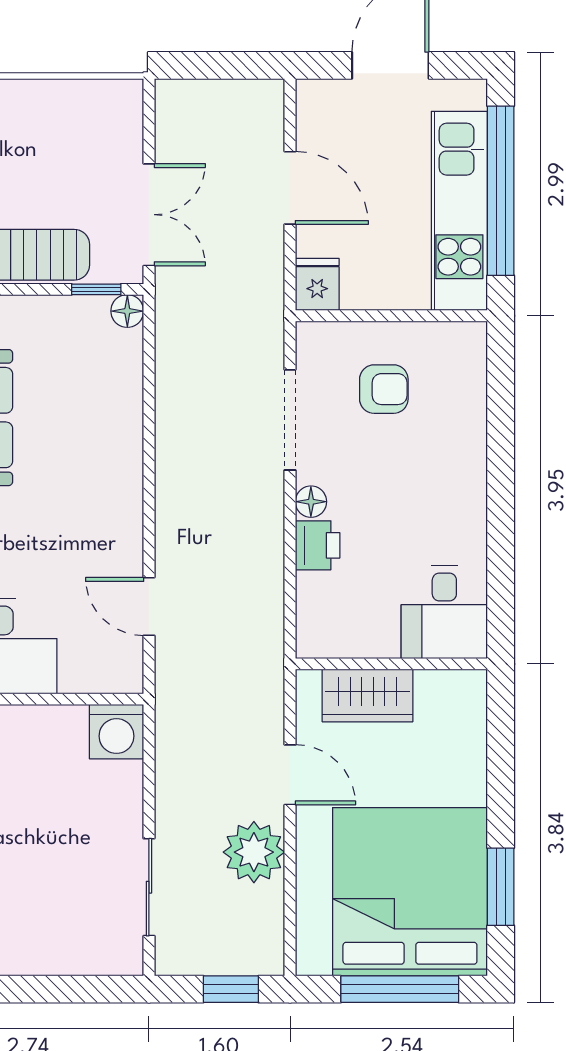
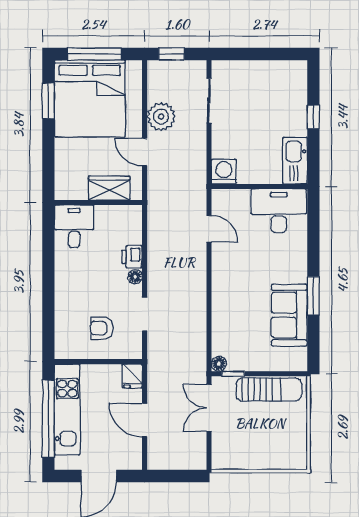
doorway: (290, 420) -> (145, 314), width x0.73

